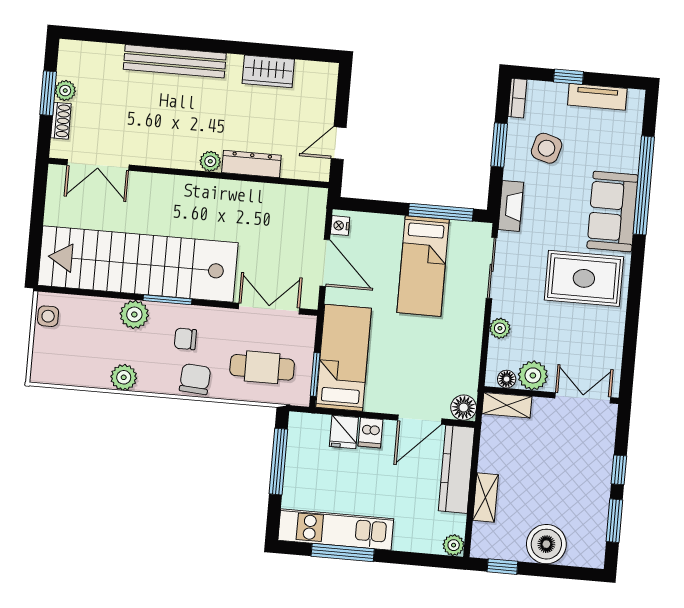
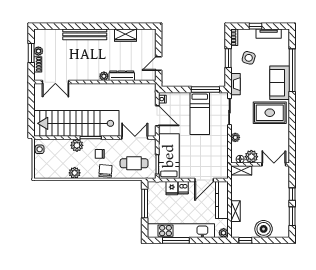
floor lamp: (464, 408) -> (223, 173), removed
kitchen unit: (336, 530) -> (181, 231), width x1.36

